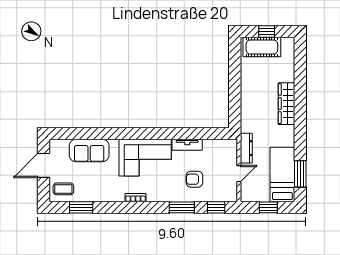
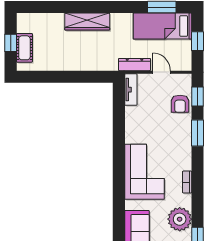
cot: (262, 47) -> (24, 48), width x0.73, depth x0.75
tv unit: (187, 145) -> (131, 90), moved
armchair: (194, 179) -> (180, 104), moved
plant: (101, 191) -> (180, 219), added

